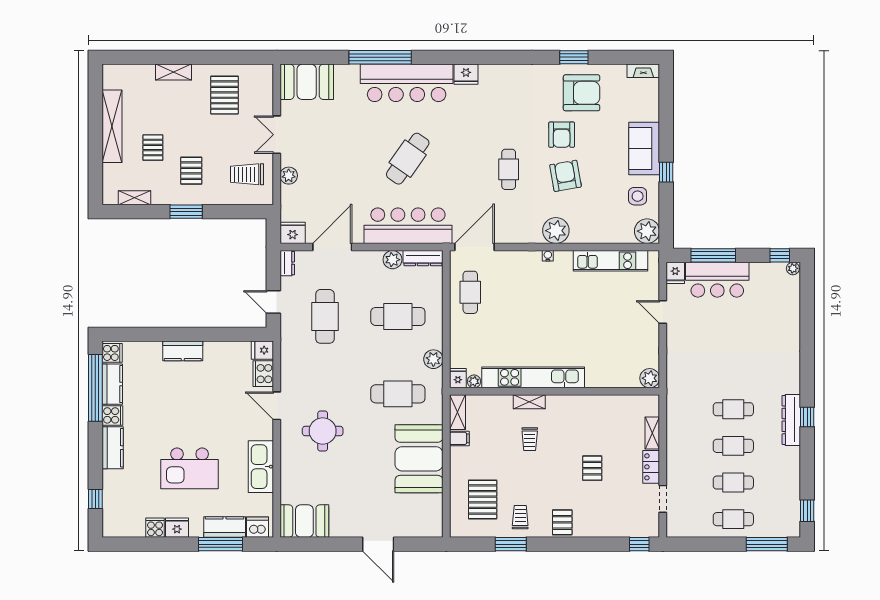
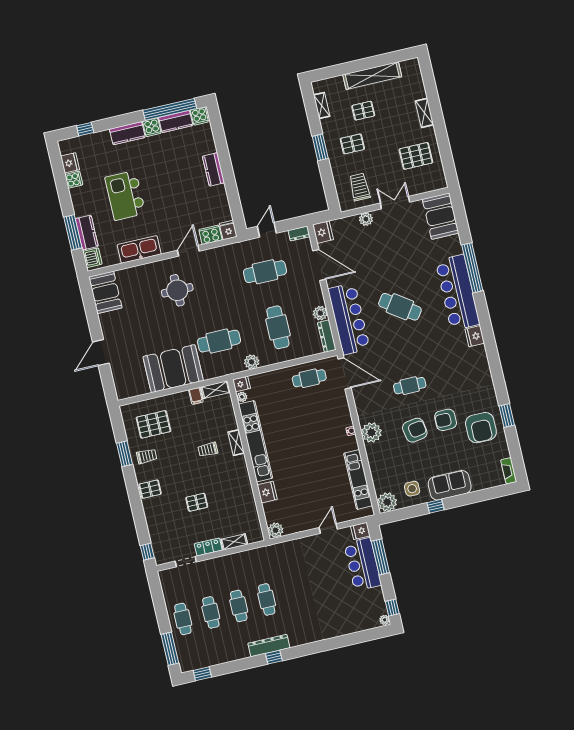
fridge: (600, 378) -> (267, 492), added
cafe table: (398, 394) -> (219, 341), turned 90
fridge: (177, 528) -> (70, 163), moved

